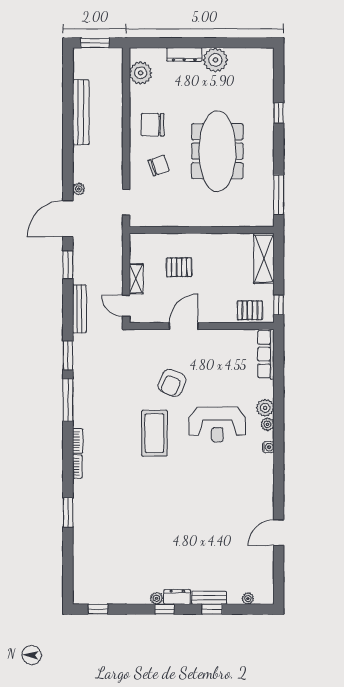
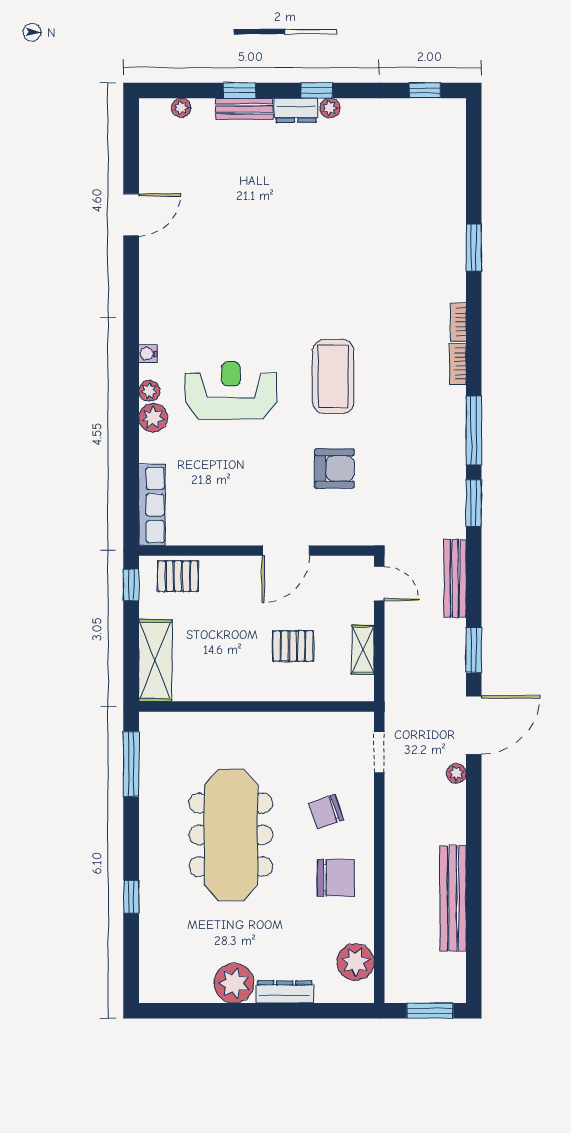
shelving: (136, 279) -> (363, 650), moved
armchair: (172, 383) -> (334, 468), moved, turned 66

